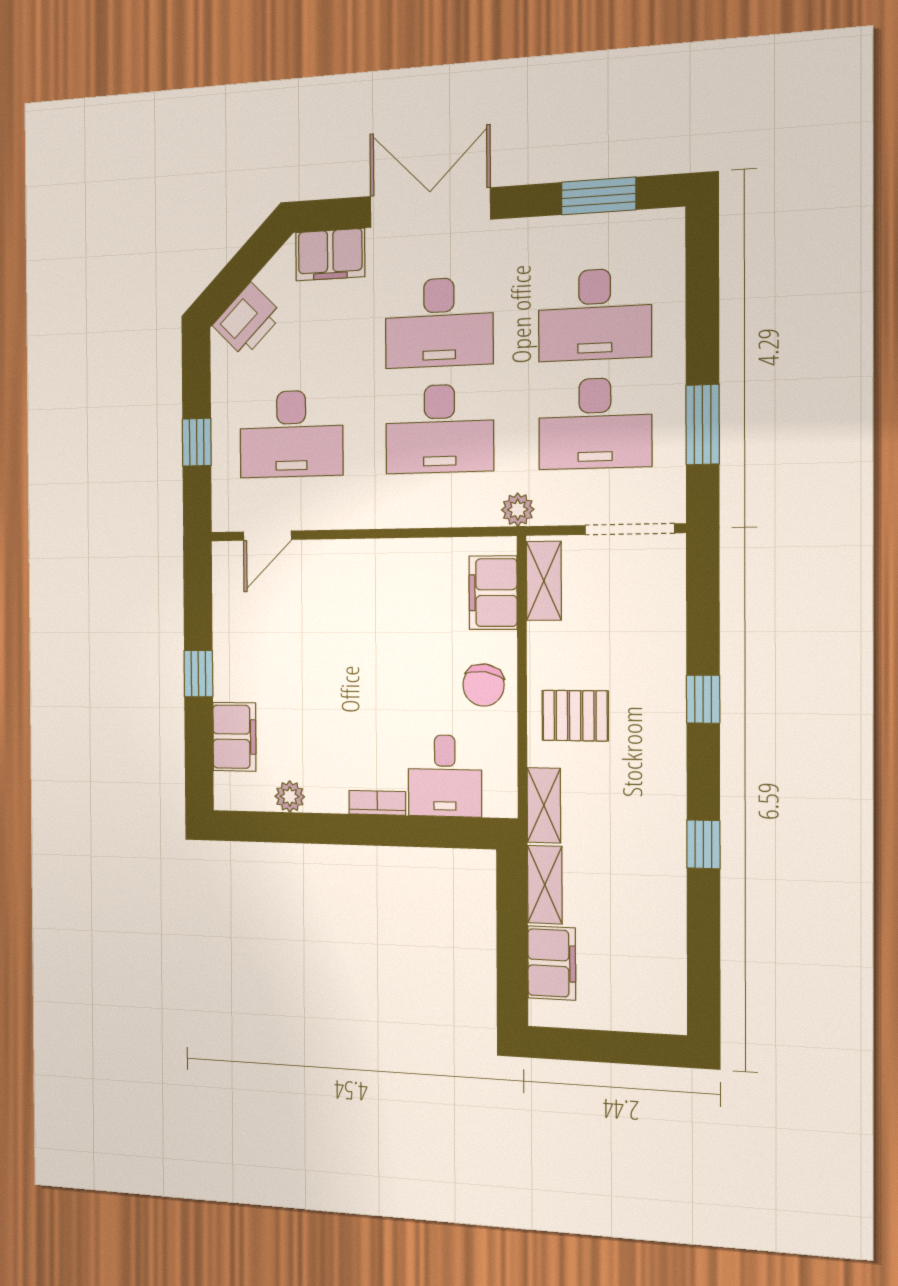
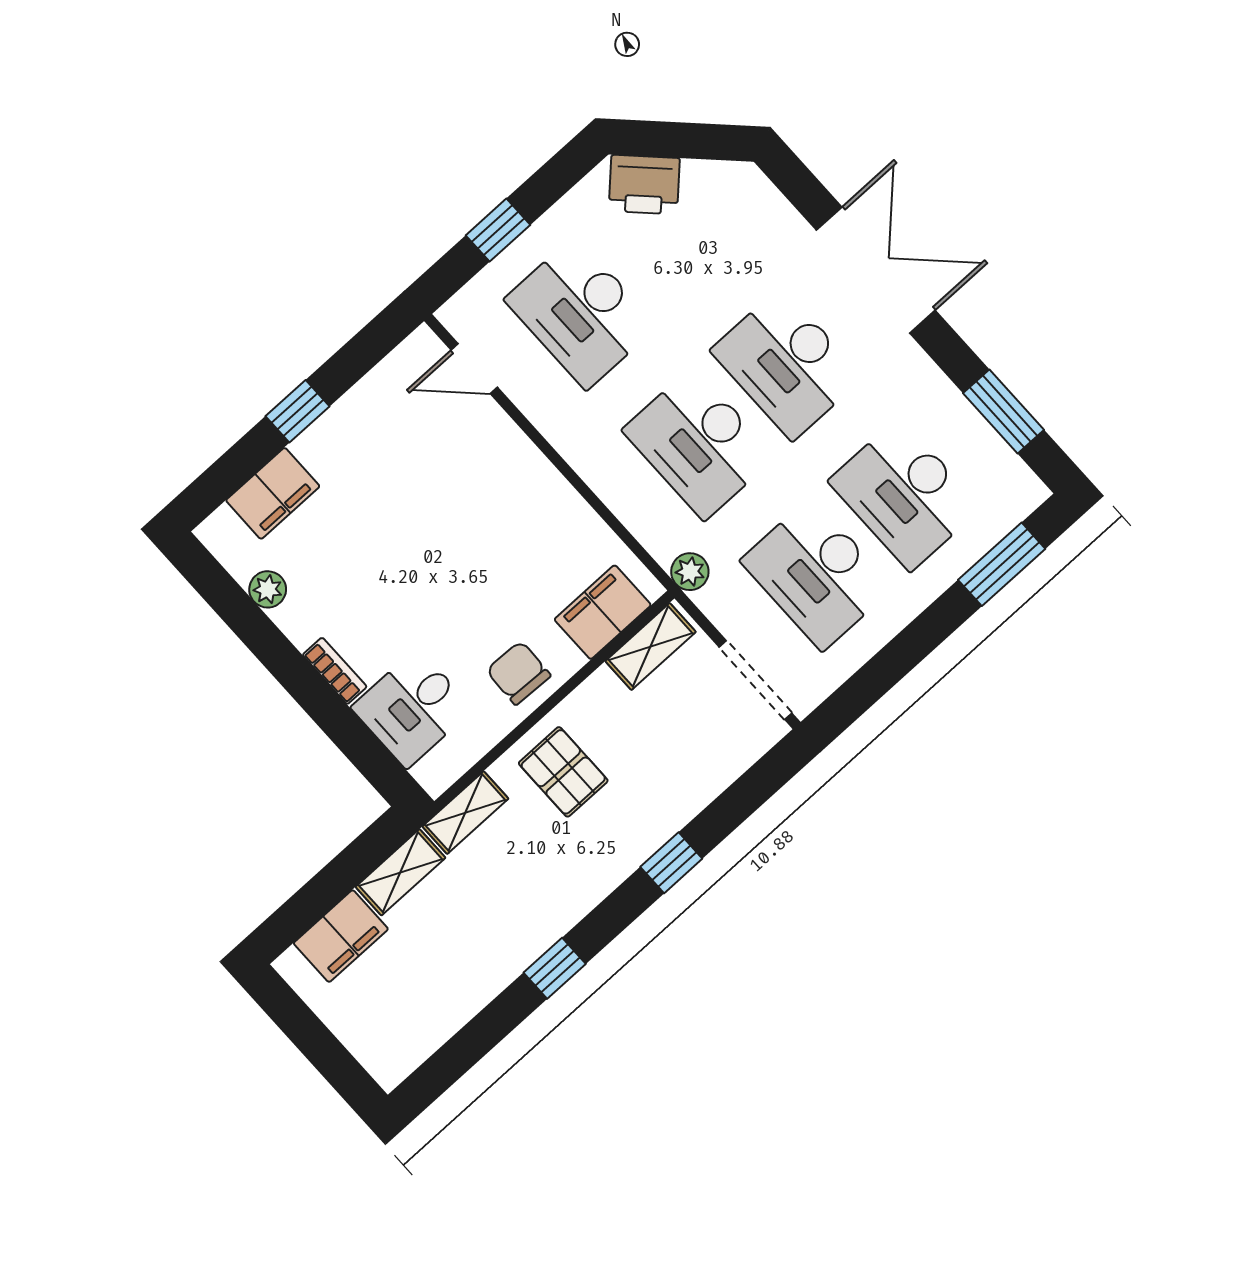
filing cabinet: (330, 255) -> (763, 213), removed
window: (703, 425) -> (1002, 564), moved
chair: (484, 685) -> (518, 673), turned 84

